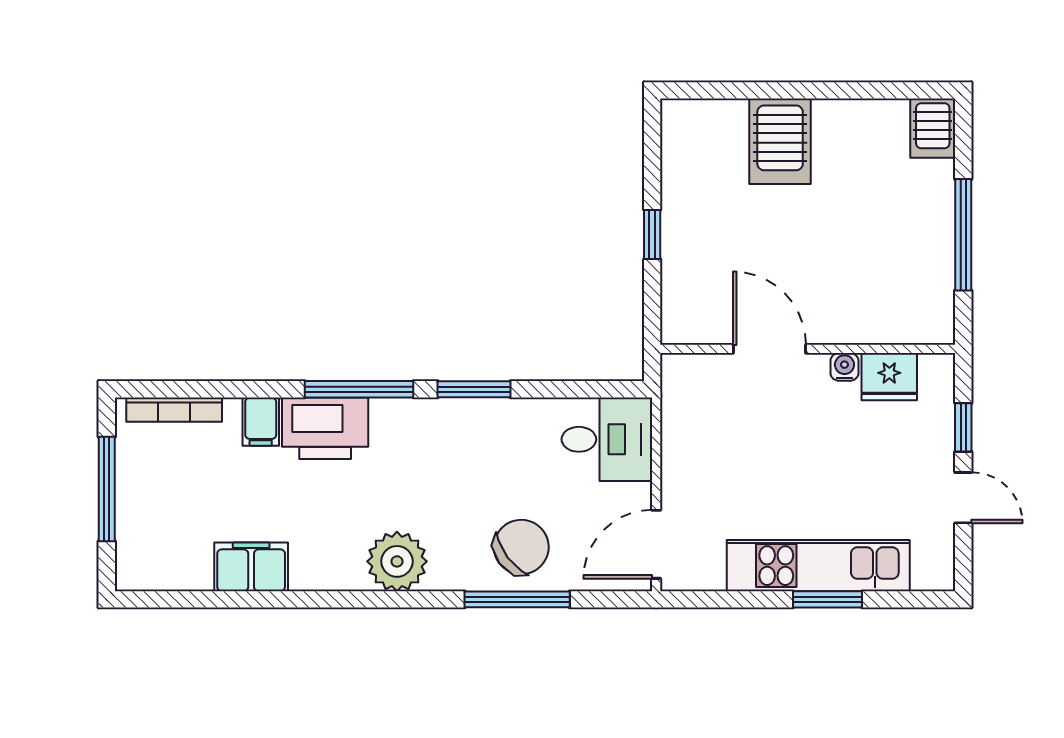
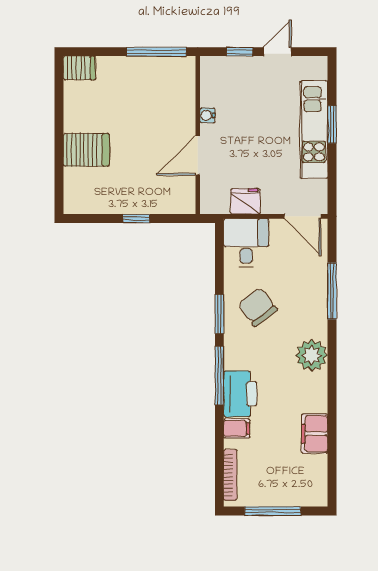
window: (963, 235) -> (156, 52), moved
fridge: (889, 377) -> (245, 201), moved, turned -90
chair: (521, 547) -> (258, 307), moved

